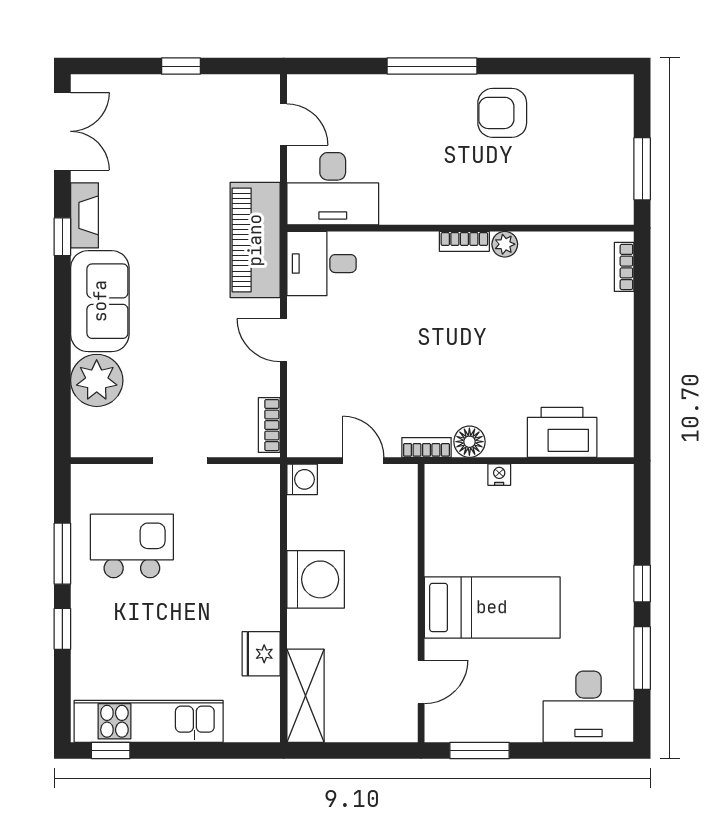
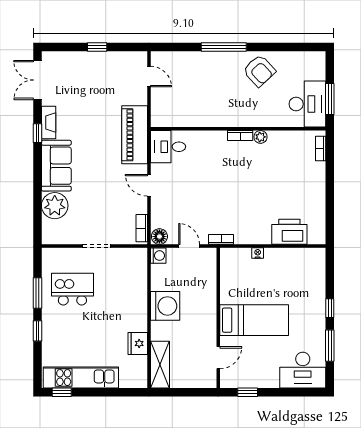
armchair: (502, 113) -> (259, 71), turned -133
double door: (62, 131) -> (37, 80), swing flipped
desk: (333, 189) -> (307, 104), moved, turned -90
floor lamp: (469, 442) -> (159, 237), moved
window: (479, 750) -> (248, 392), width x0.67

